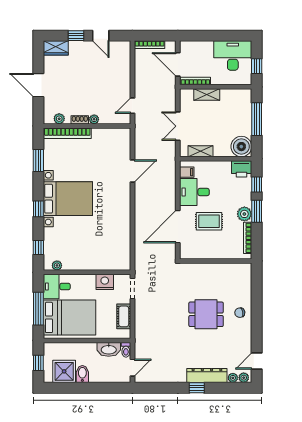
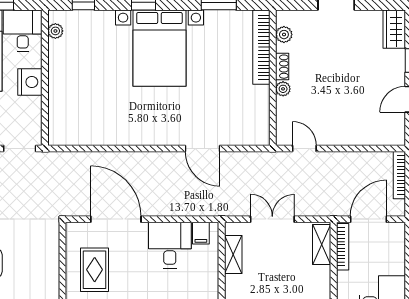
shelving: (207, 94) -> (322, 244), moved
rug: (209, 221) -> (95, 270), moved
nightstand: (105, 282) -> (30, 82), moved

